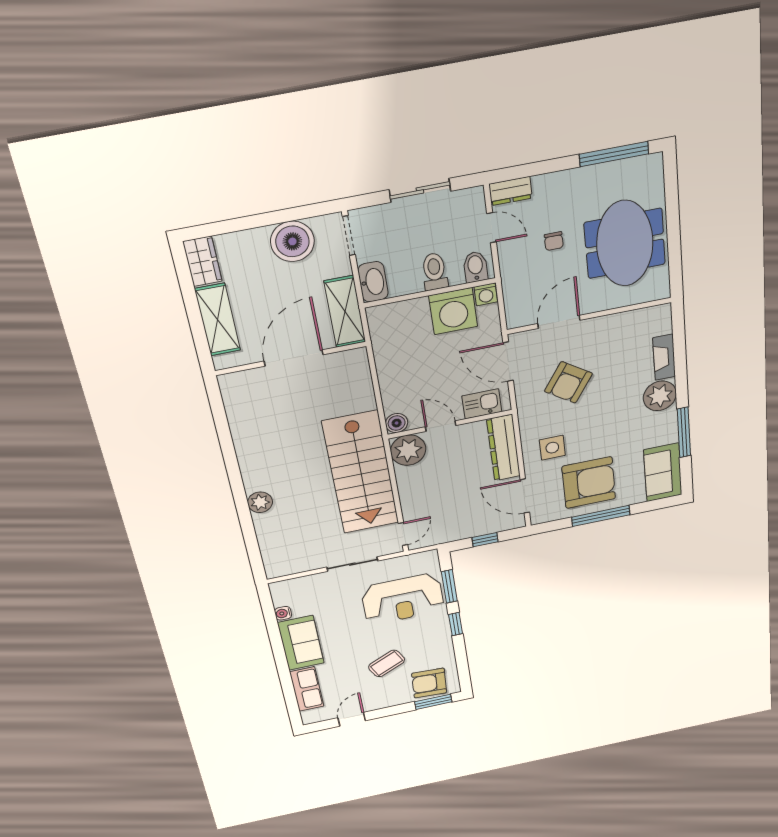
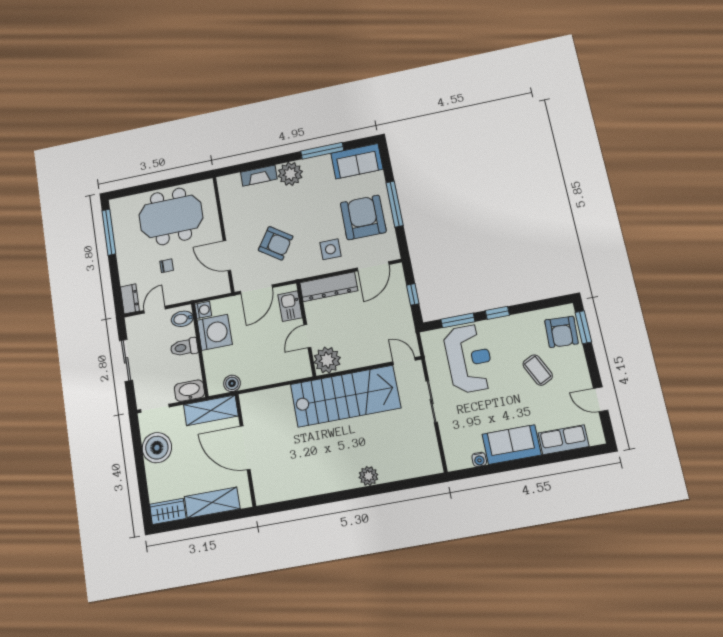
boiler: (397, 423) -> (232, 383), moved

